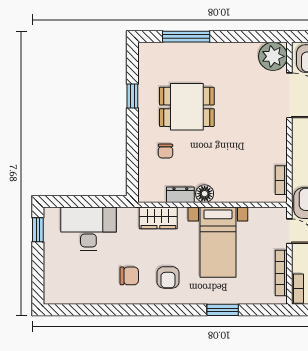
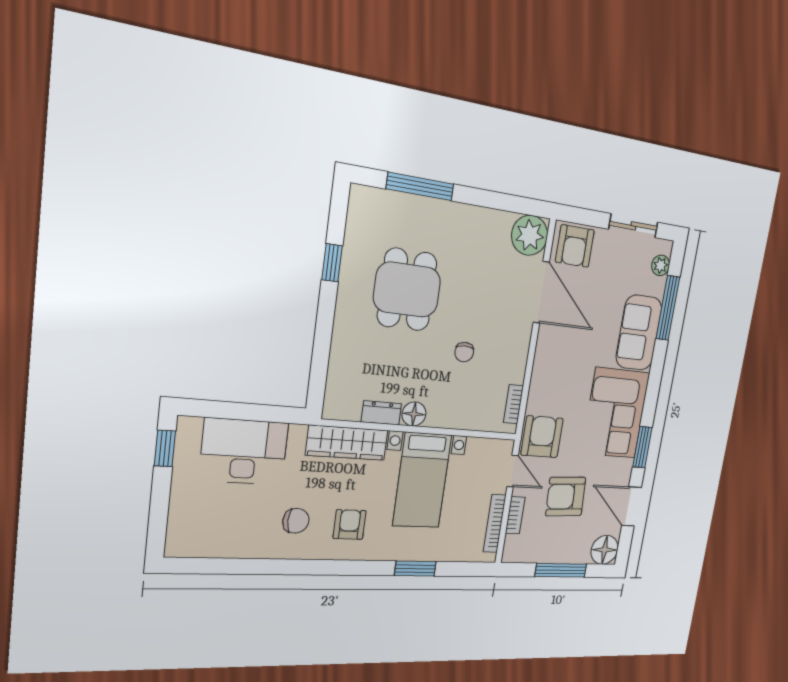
dining table: (187, 107) -> (407, 290), turned 90
chair: (166, 151) -> (464, 352), moved
wardrobe: (158, 218) -> (347, 443), width x1.50
armchair: (168, 277) -> (350, 525), turned 180
bookcase: (297, 289) -> (515, 515), moved

